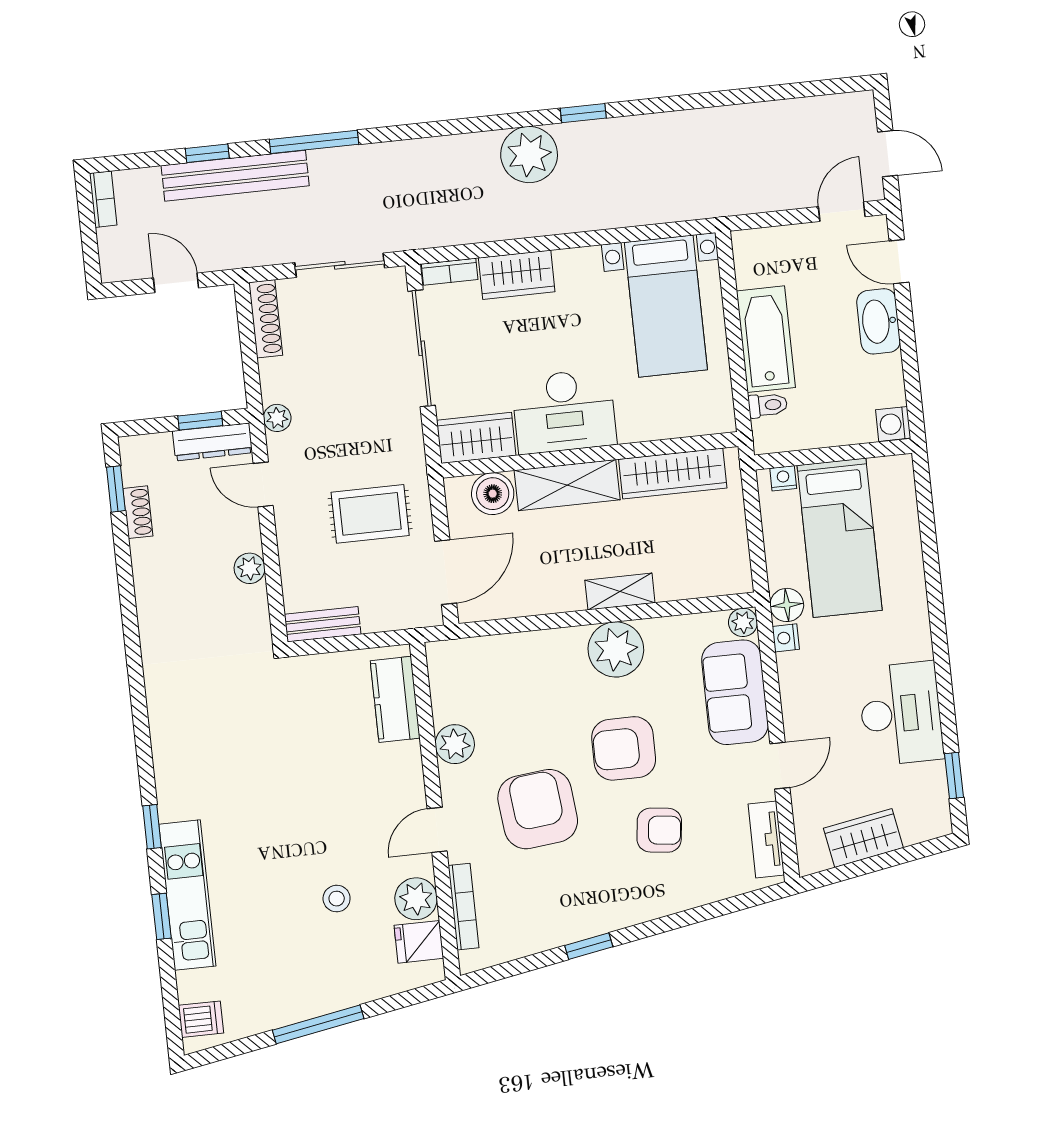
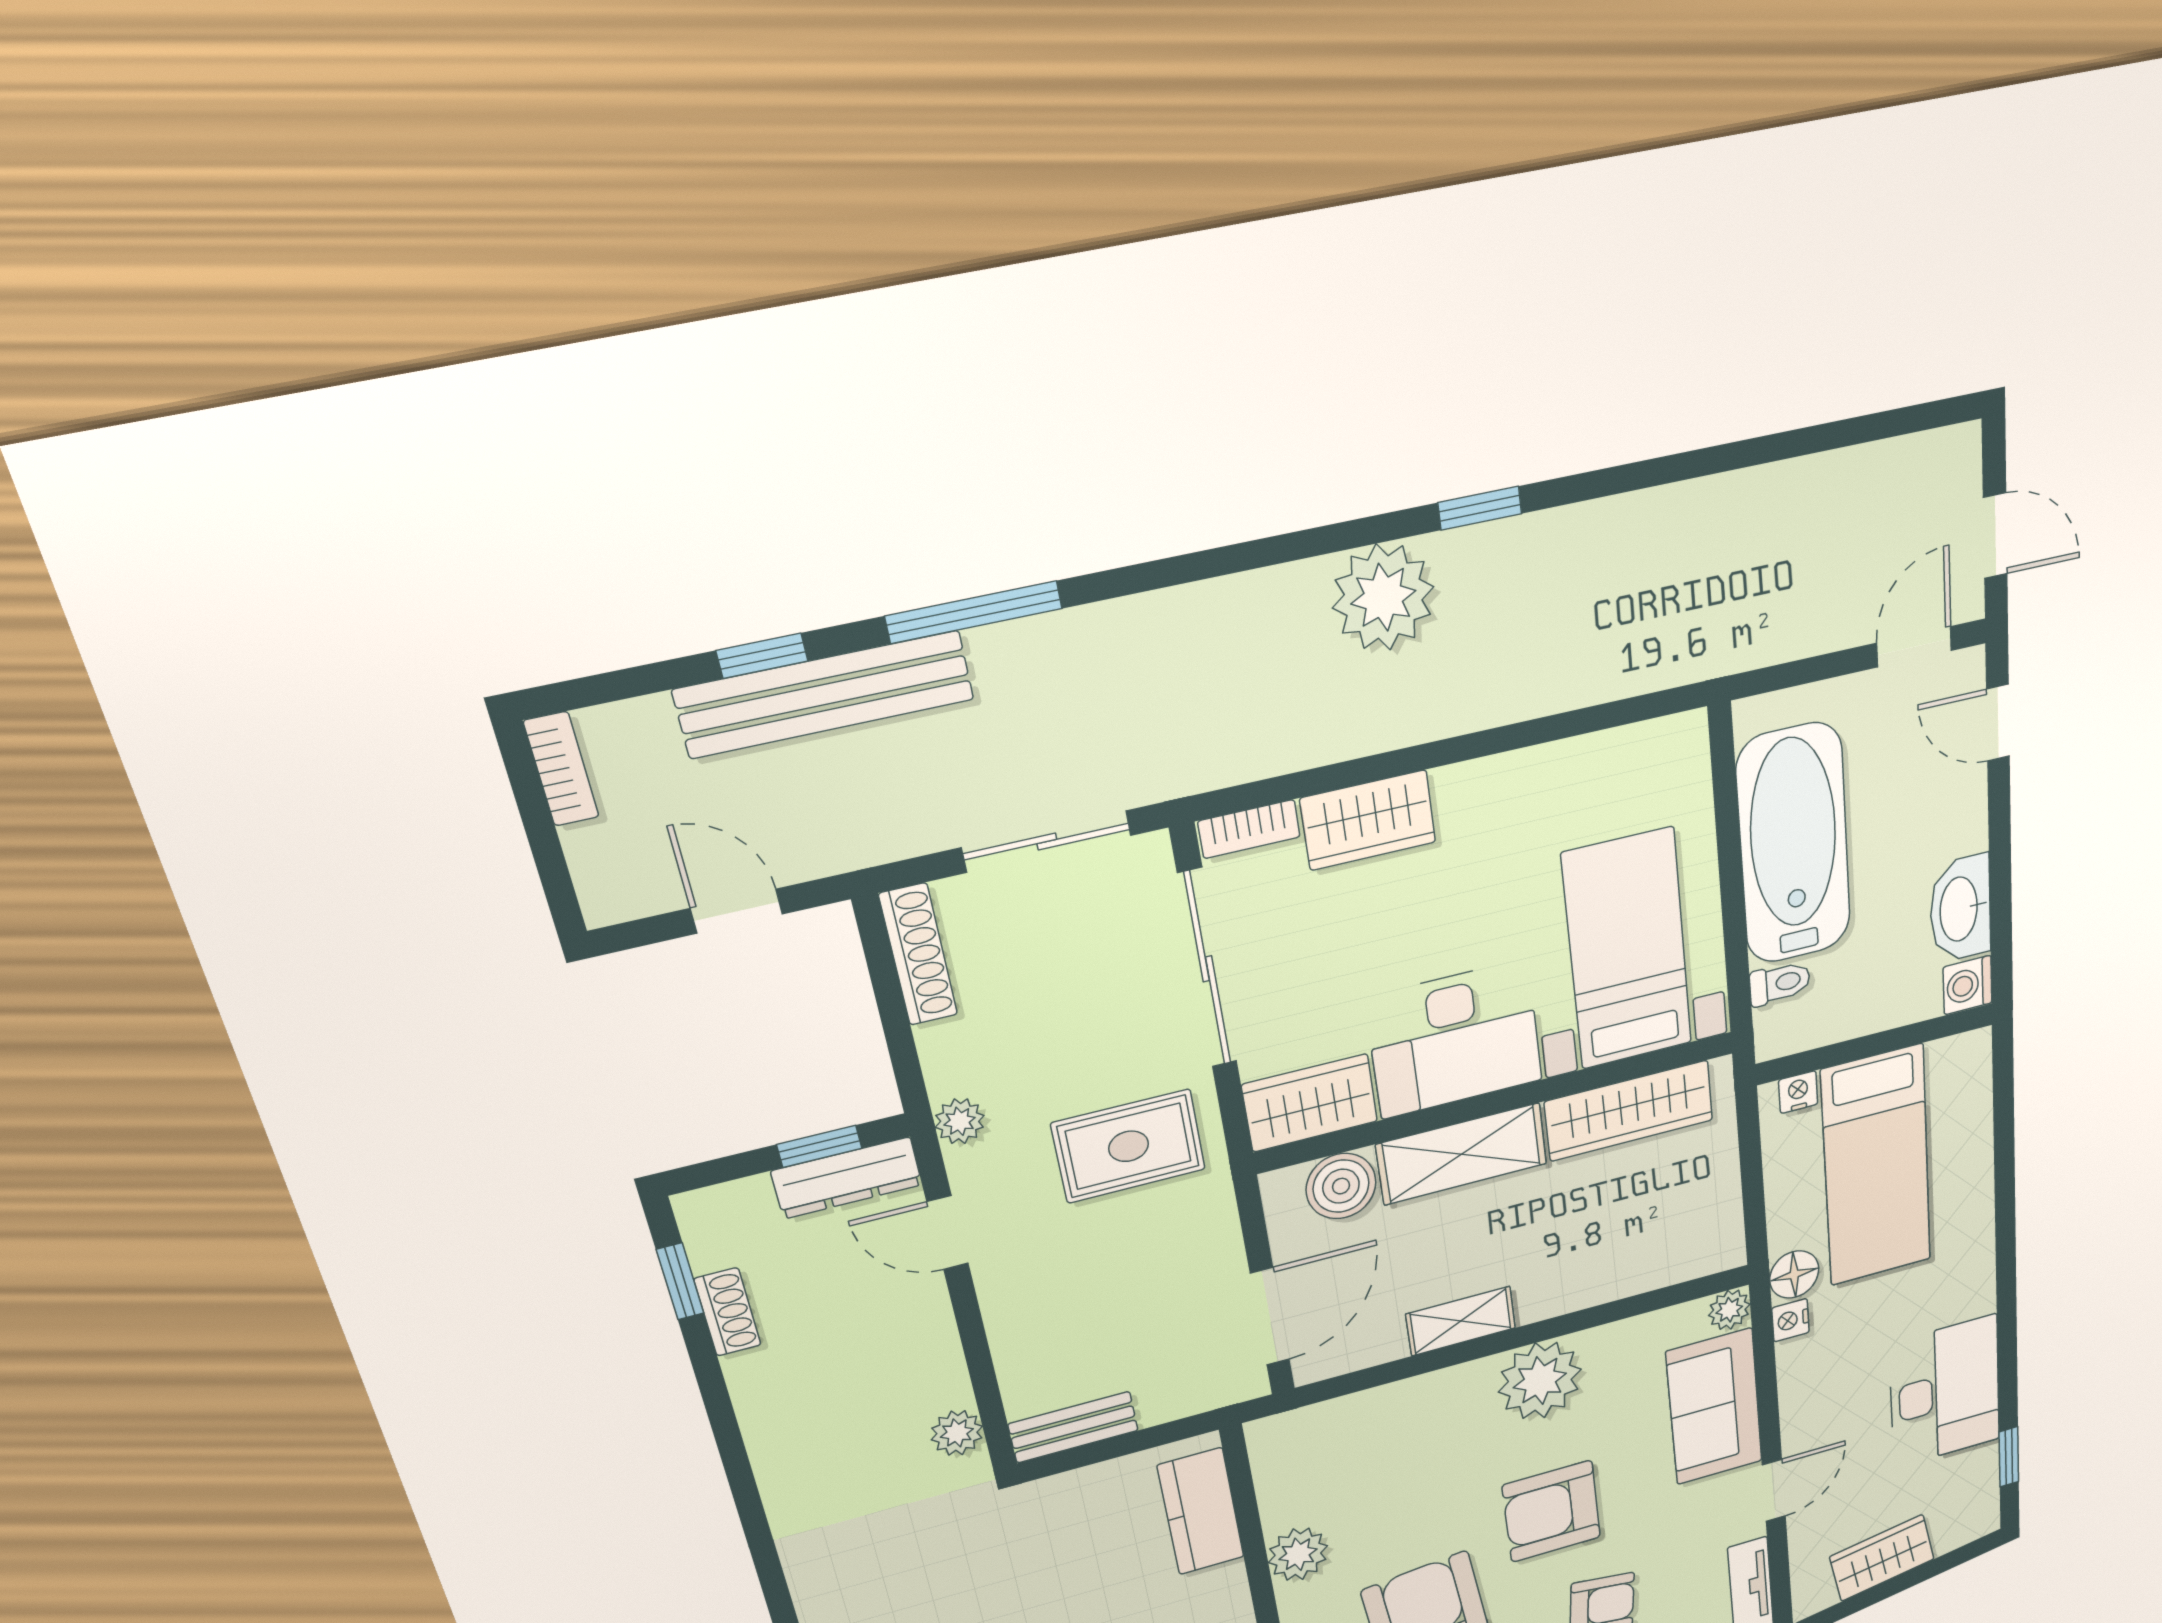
bed with nightstands: (666, 306) -> (1627, 950), moved, turned 180
washbasin: (879, 321) -> (1960, 909), moved
bathtub: (766, 339) -> (1794, 844), width x1.36, depth x1.36
rug: (370, 514) -> (1129, 1146), moved
plant: (250, 568) -> (957, 1433), moved
shelving: (620, 591) -> (1461, 1321), moved

